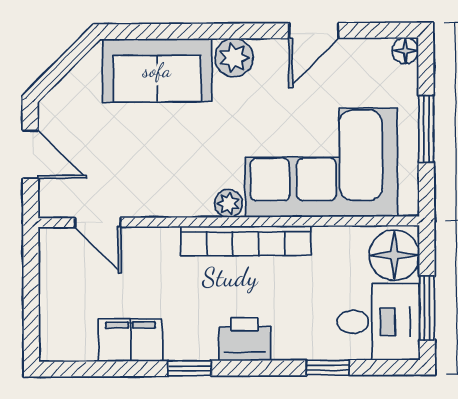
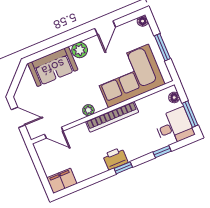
plant: (228, 203) -> (88, 110), moved
floor lamp: (394, 255) -> (174, 97), width x0.53, depth x0.53
printer: (245, 339) -> (115, 159), moved
filing cabinet: (131, 340) -> (62, 181), moved
window: (190, 368) -> (123, 168), moved

